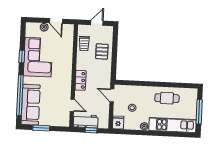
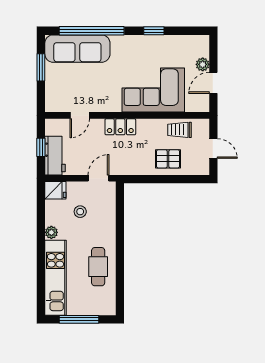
corner sofa: (38, 57) -> (153, 90), moved, turned 180
workbench: (86, 121) -> (55, 156), moved

